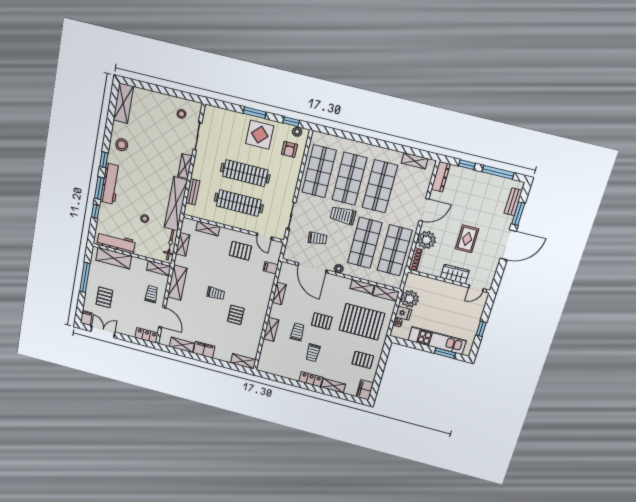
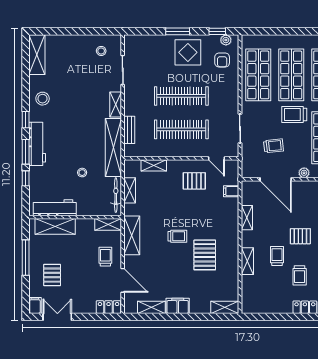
pallet: (236, 315) -> (205, 255), width x1.50, depth x1.42

